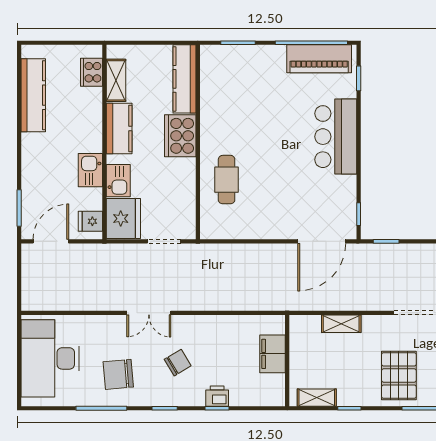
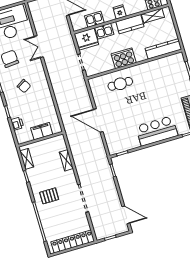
cooker: (180, 136) -> (124, 58), moved
kitchen sink: (90, 170) -> (94, 19), moved
fridge: (90, 221) -> (120, 12), moved
door: (322, 241) -> (98, 120), moved
double door: (149, 313) -> (39, 47), moved
pallet: (399, 375) -> (49, 196), width x0.67, depth x0.71
printer: (217, 396) -> (17, 124), moved

